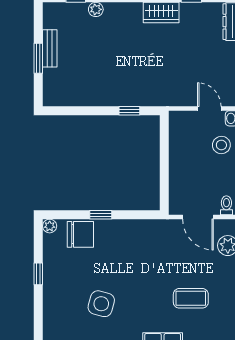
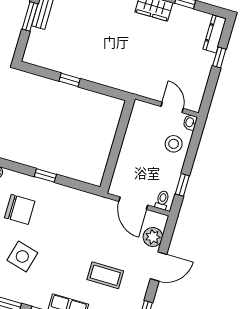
window: (129, 111) -> (70, 80), moved
chair: (80, 234) -> (20, 209), moved

